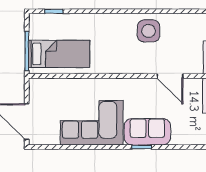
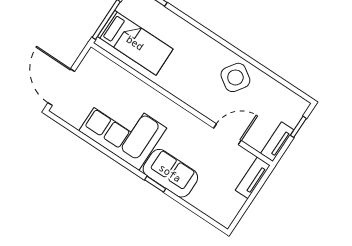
side table: (149, 31) -> (235, 77), turned 34
door: (170, 76) -> (227, 134), swing flipped

